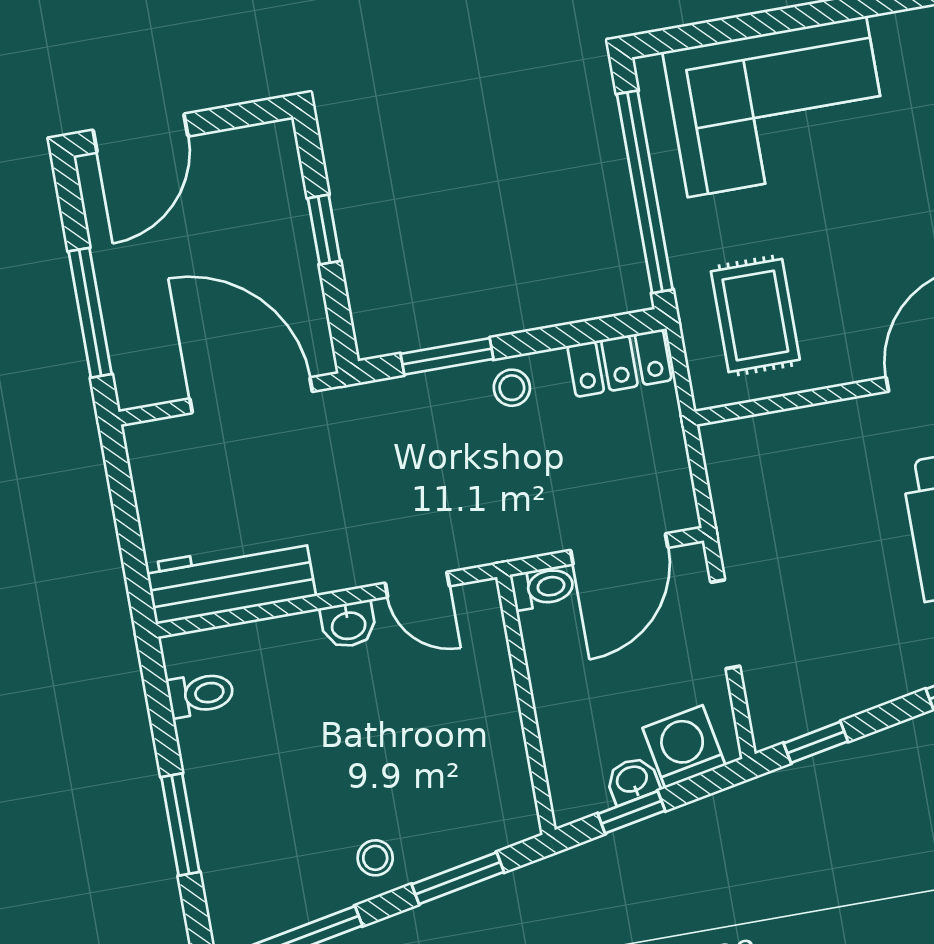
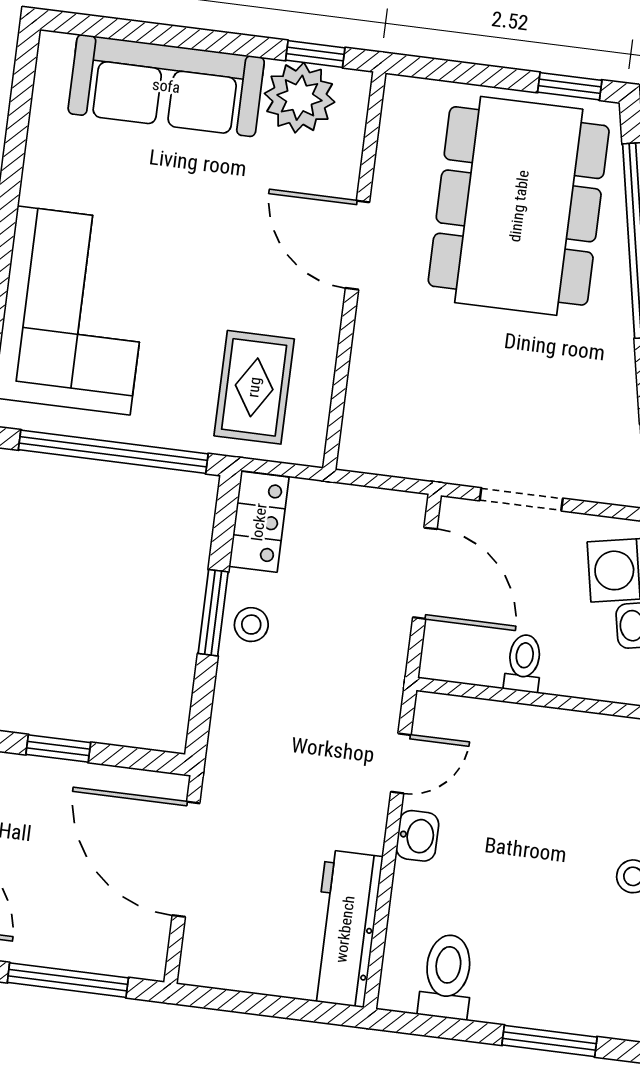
rug: (755, 316) -> (254, 387), turned 90
window: (447, 356) -> (213, 613), moved
door: (251, 395) -> (186, 859), hinge flipped
toilet: (543, 588) -> (524, 663), moved
toilet: (201, 694) -> (447, 976), width x1.37, depth x1.39

